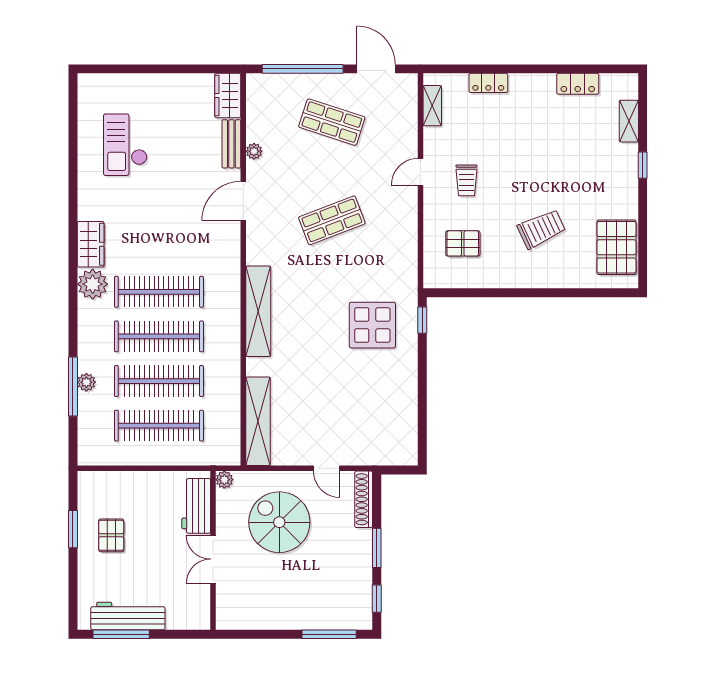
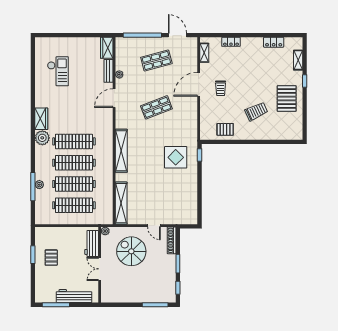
shop shelf: (332, 122) -> (156, 61), turned -33
checkout: (125, 145) -> (58, 71), turned 180
door: (420, 172) -> (199, 84), width x1.87
pallet: (463, 243) -> (225, 129), moved
pallet: (616, 247) -> (287, 98), moved
workbench: (128, 616) -> (74, 296), moved

